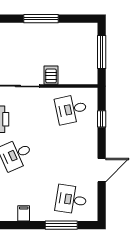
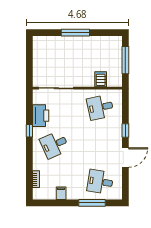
server rack: (51, 75) -> (101, 79), moved
window: (102, 119) -> (125, 131), moved

